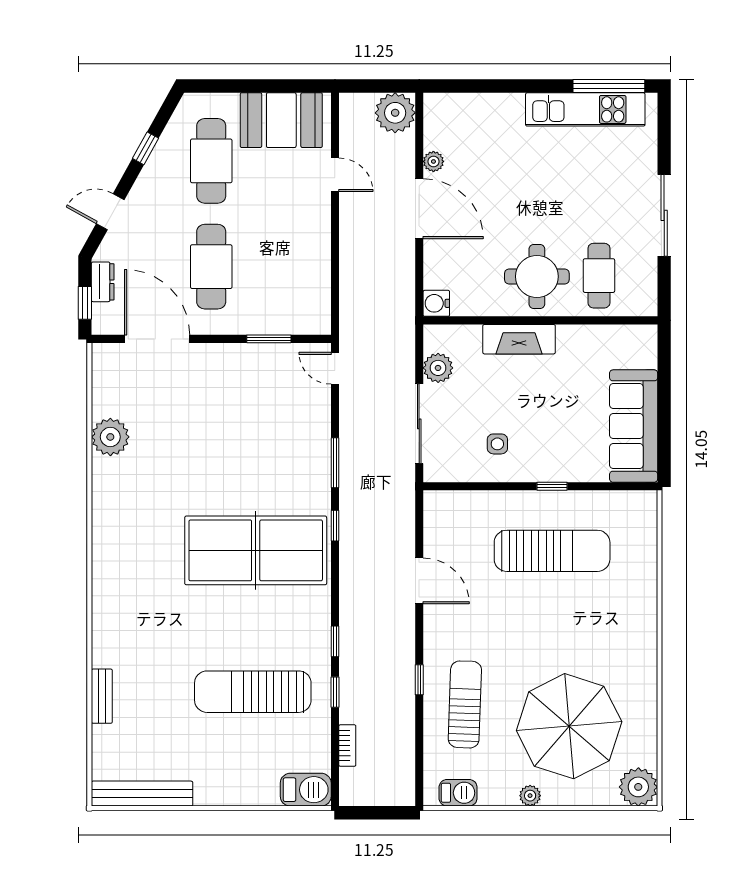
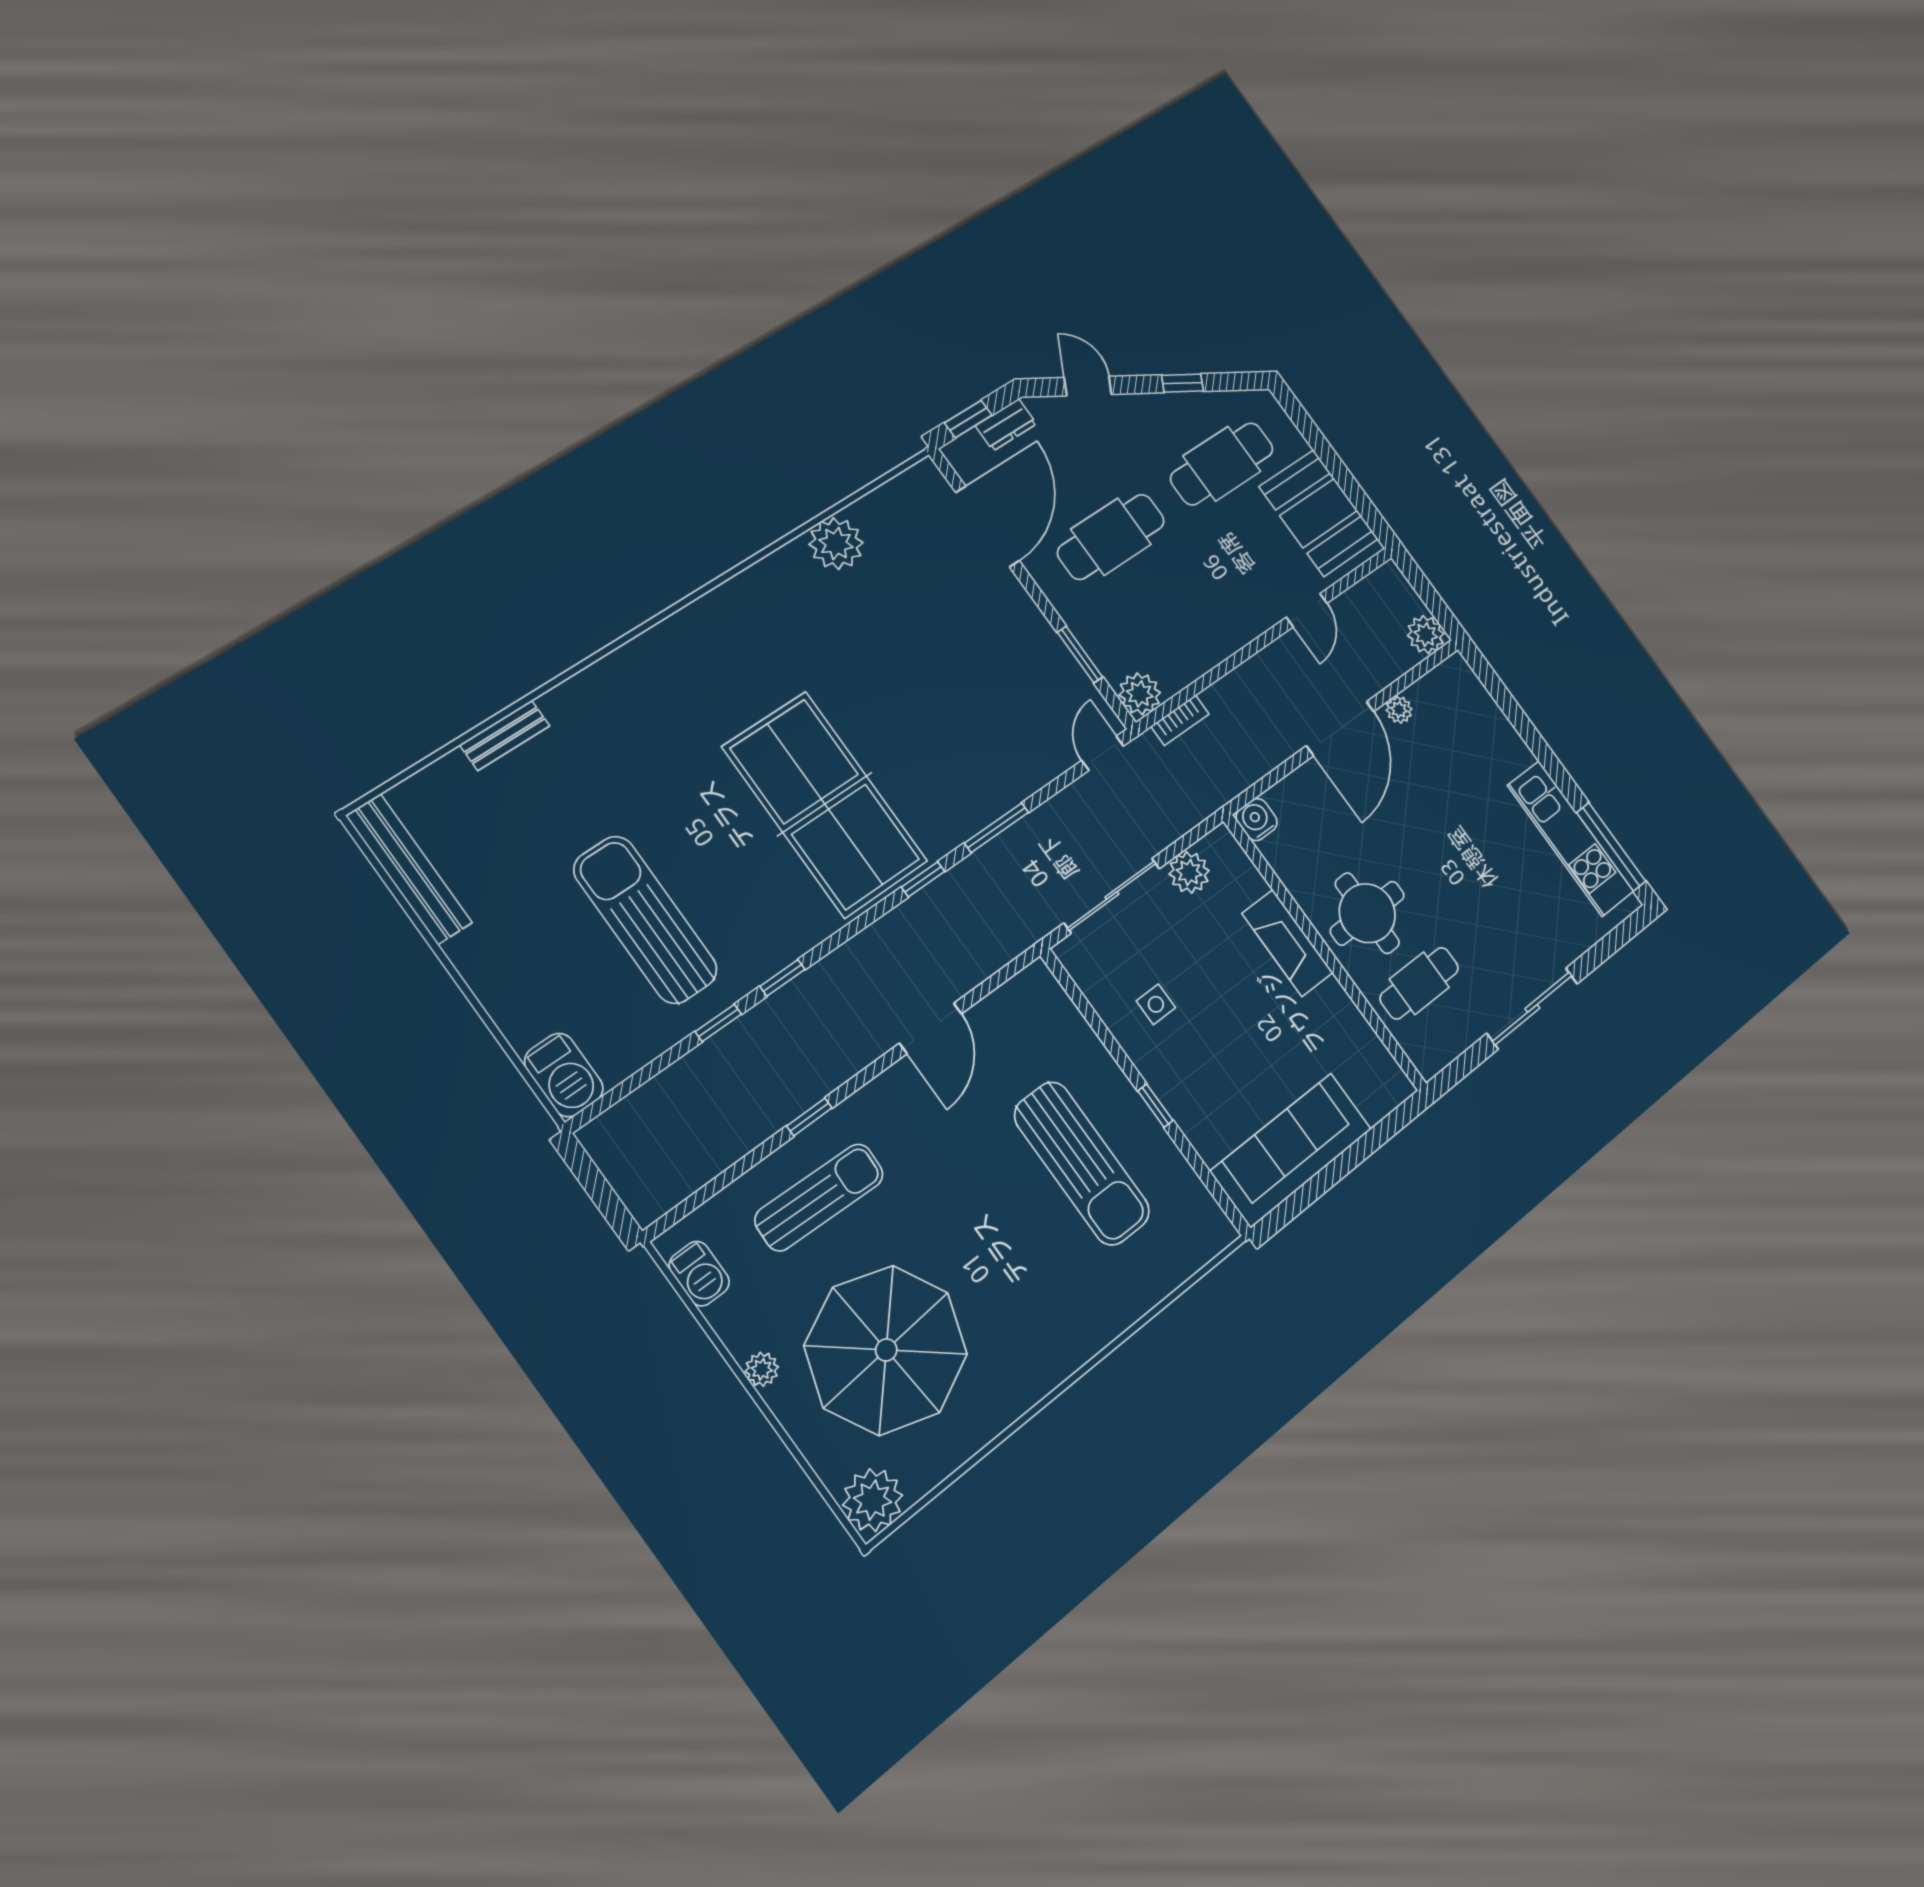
plant: (395, 113) -> (1426, 635), width x0.73, depth x0.73
plant: (316, 319) -> (1140, 694), added
bookcase: (347, 746) -> (1180, 720), moved

